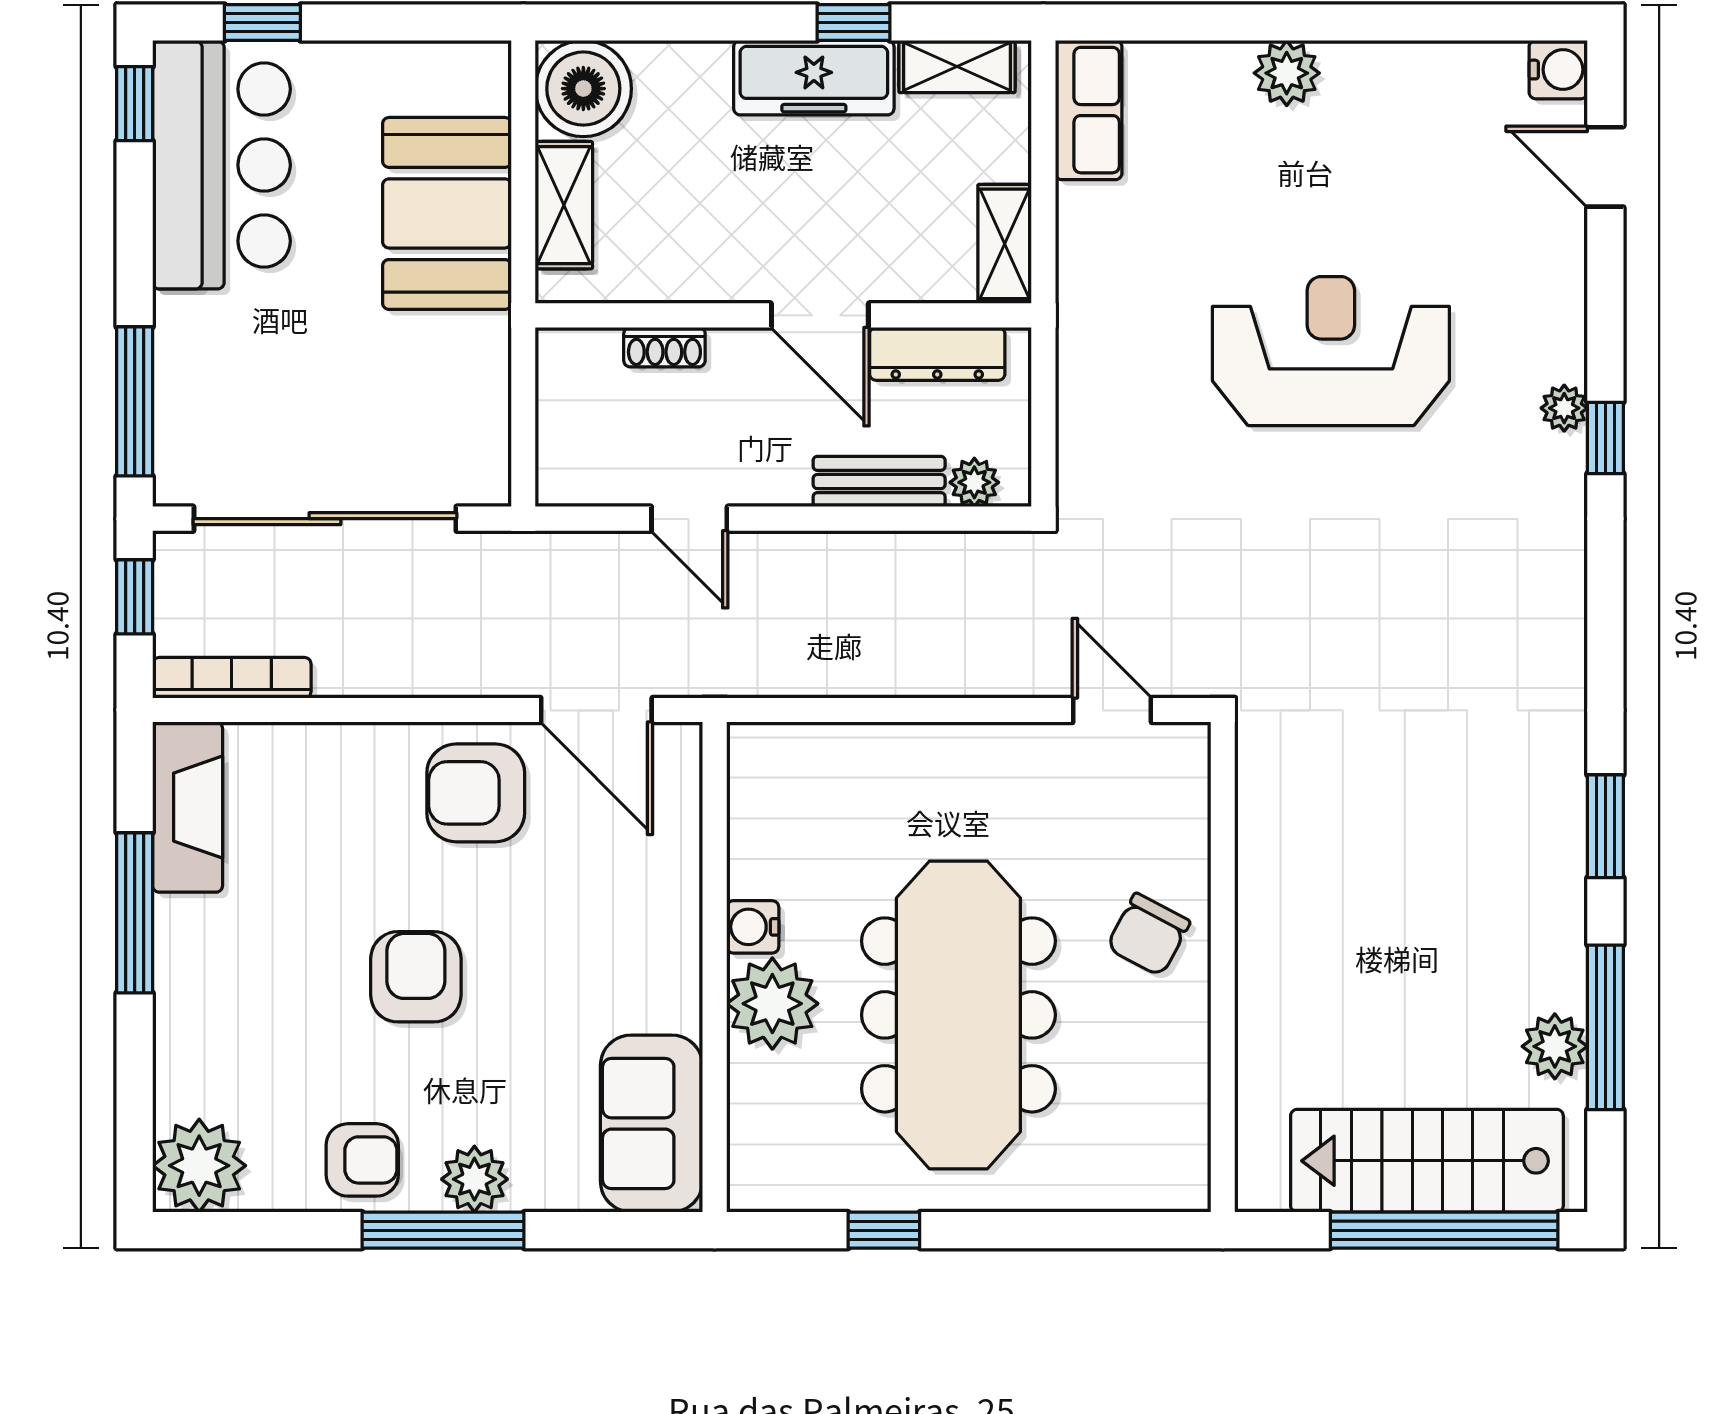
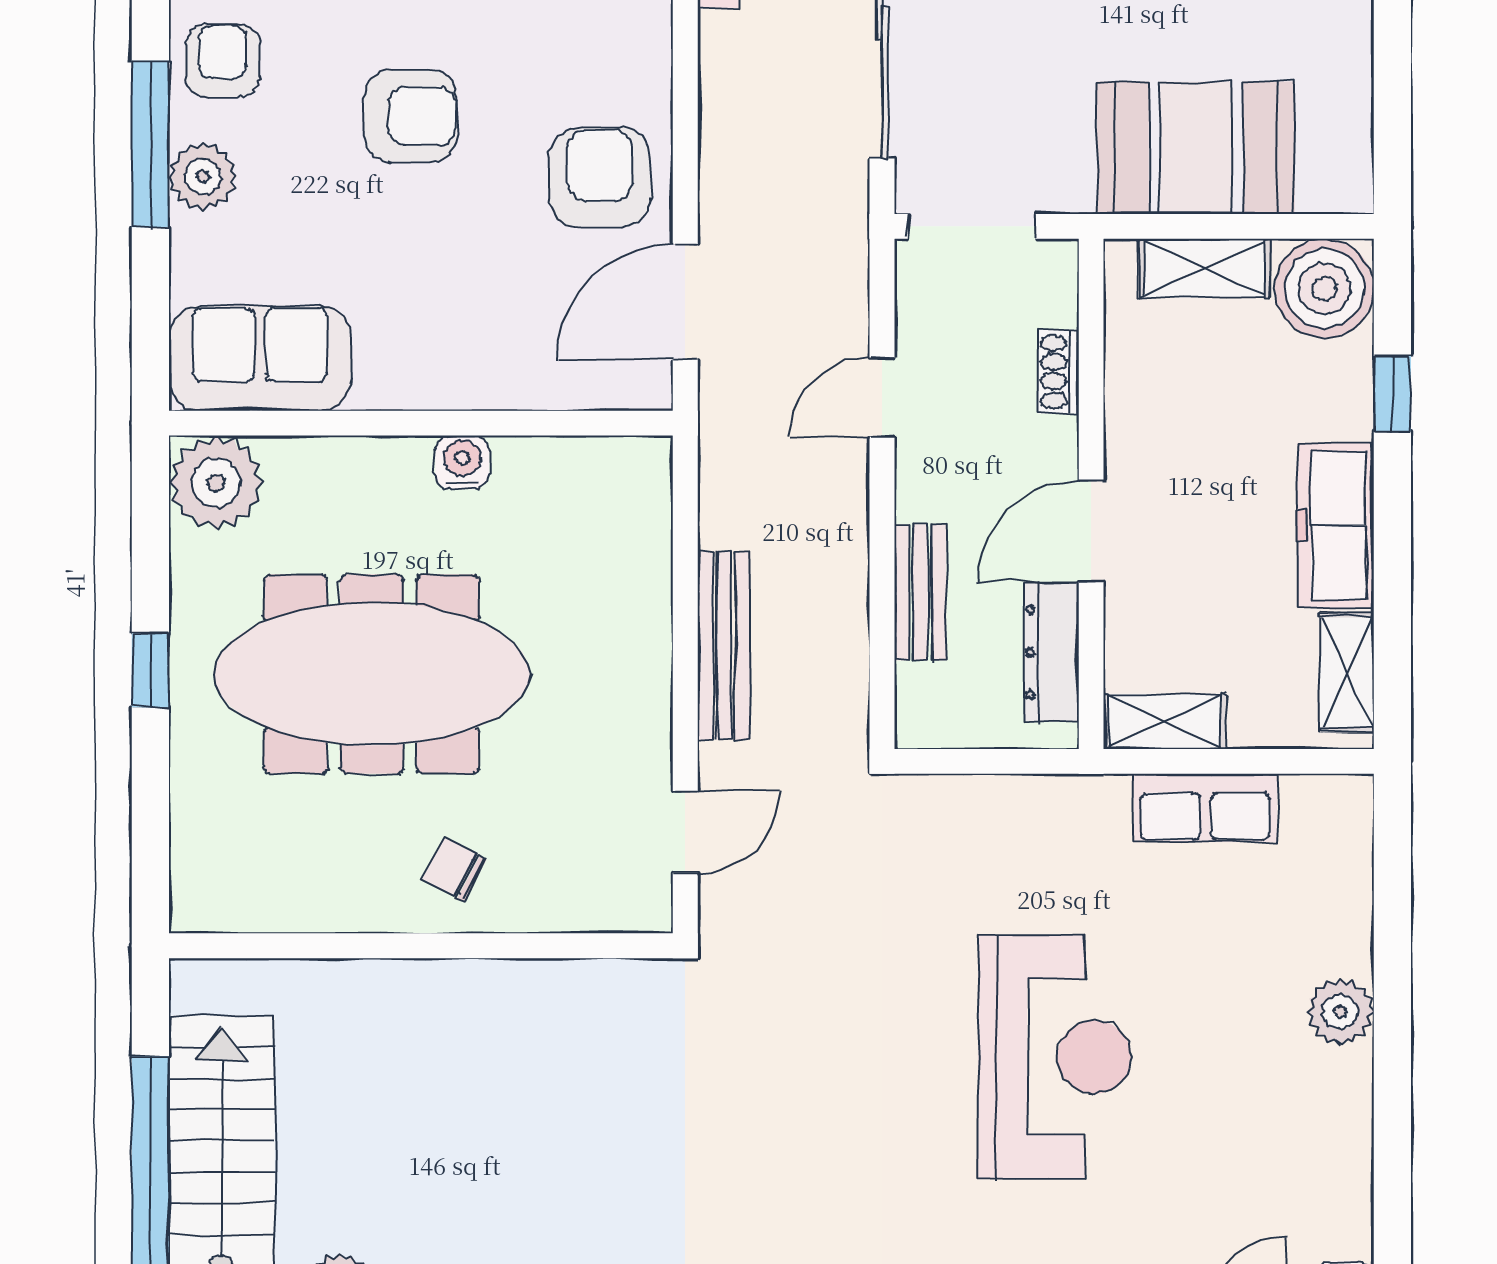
window: (853, 22) -> (1392, 394), moved
row of seats: (1089, 110) -> (1205, 808), moved
doorway: (523, 432) -> (972, 226), added
plant: (974, 482) -> (919, 690), removed
bench: (931, 672) -> (724, 645), added
chair: (1148, 935) -> (454, 869), width x0.73, depth x0.73
plant: (772, 1004) -> (216, 483), moved
armchair: (362, 1160) -> (223, 61), turned 180
window: (884, 1230) -> (150, 670), moved

